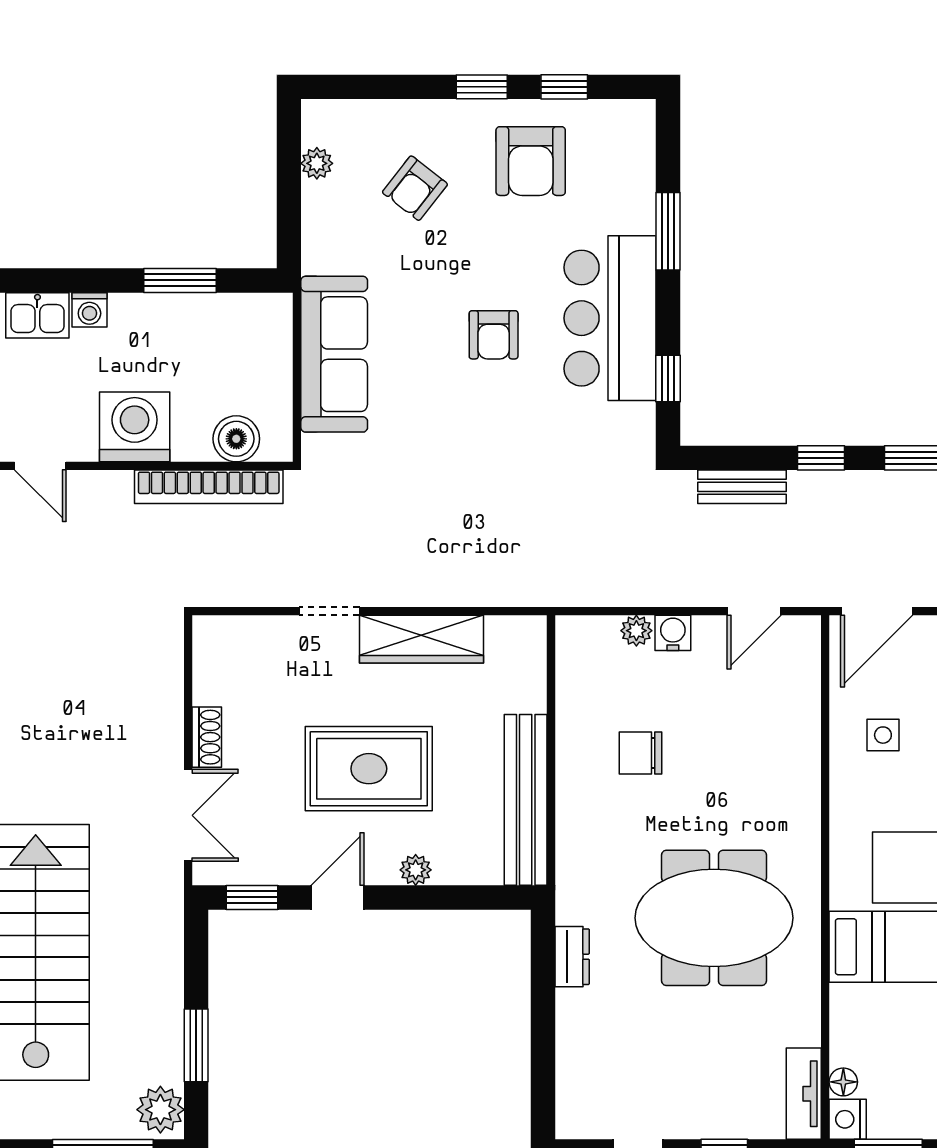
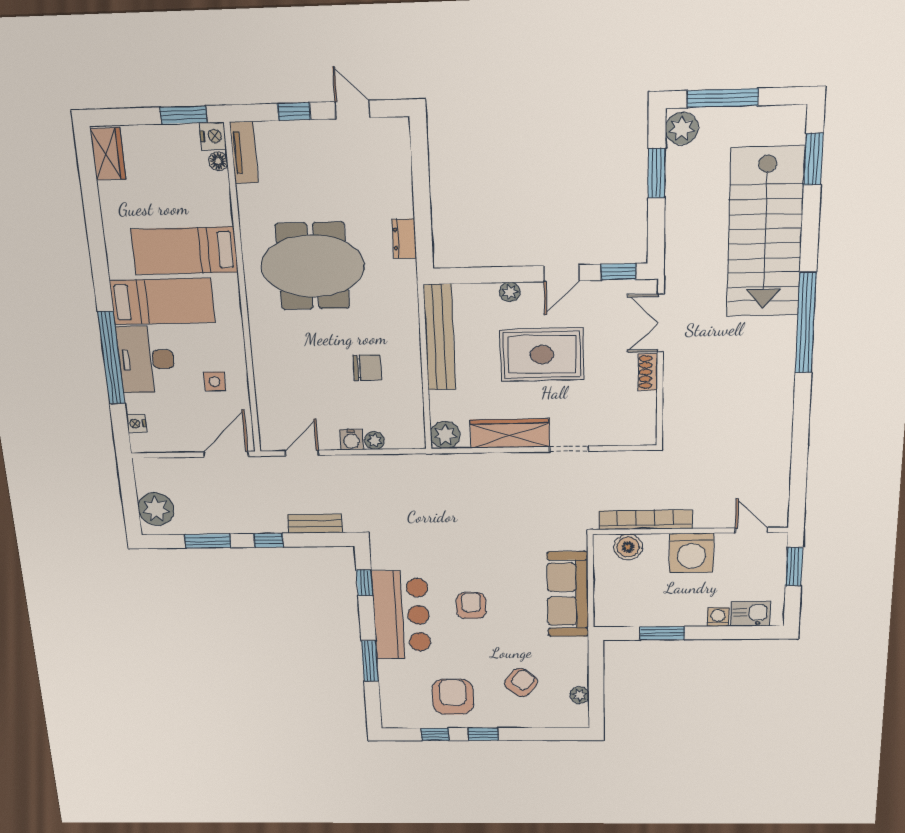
plant: (524, 638) -> (445, 435), added

